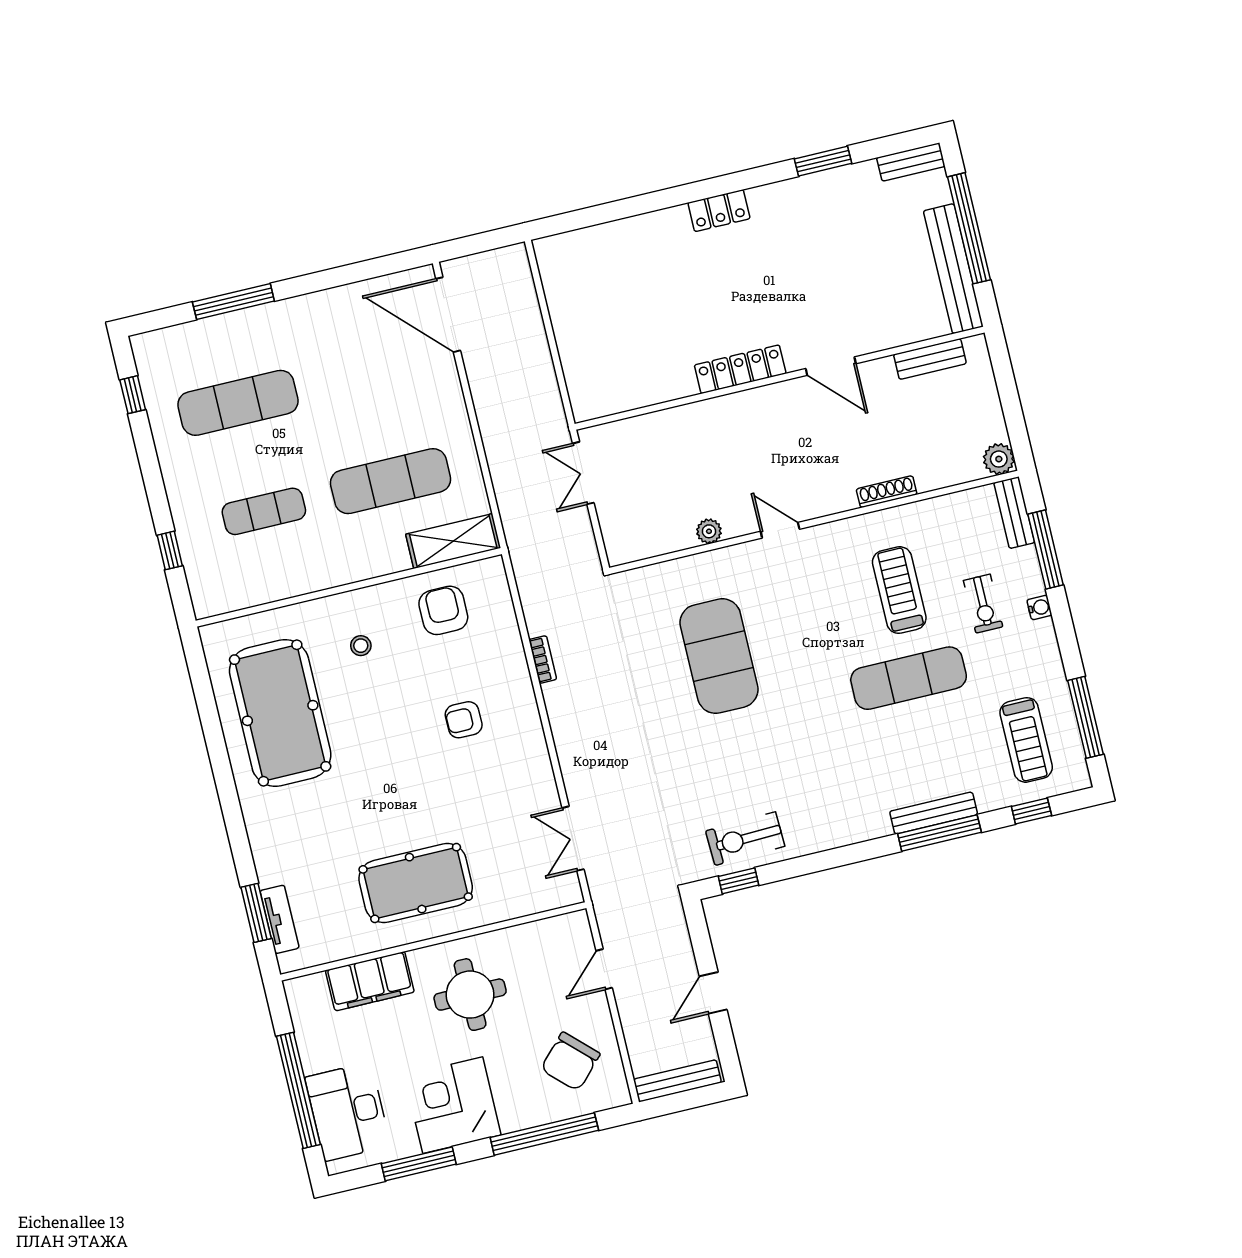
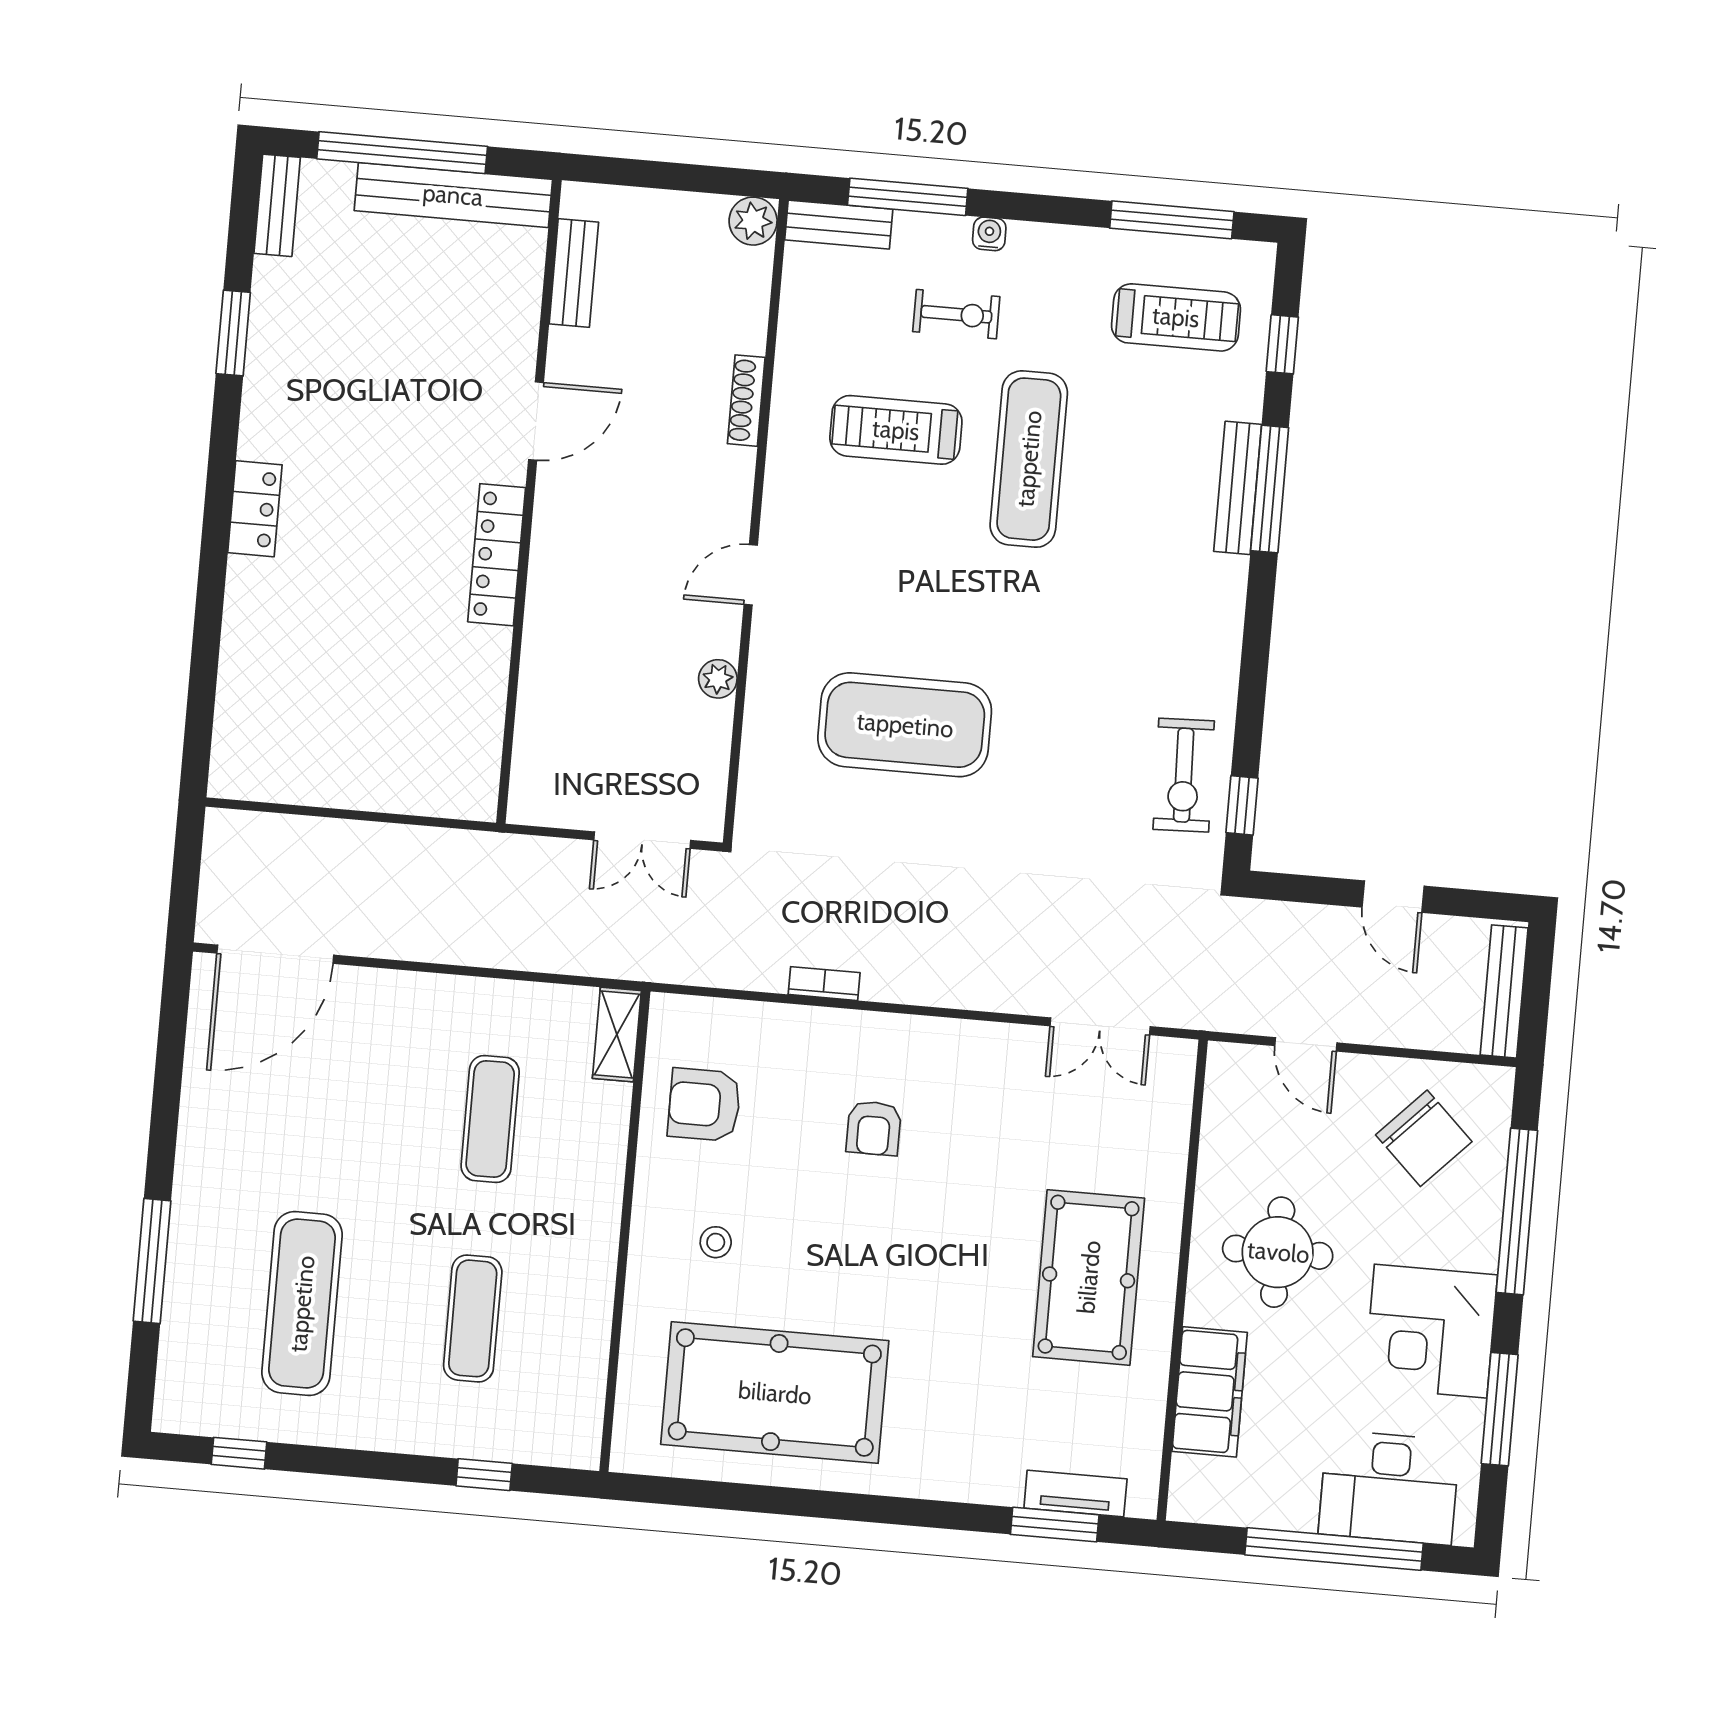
double door: (583, 473) -> (642, 840), moved
exercise mat: (391, 481) -> (490, 1119), width x0.73, depth x0.69
shelving: (453, 541) -> (617, 1035), width x0.67, depth x0.75

